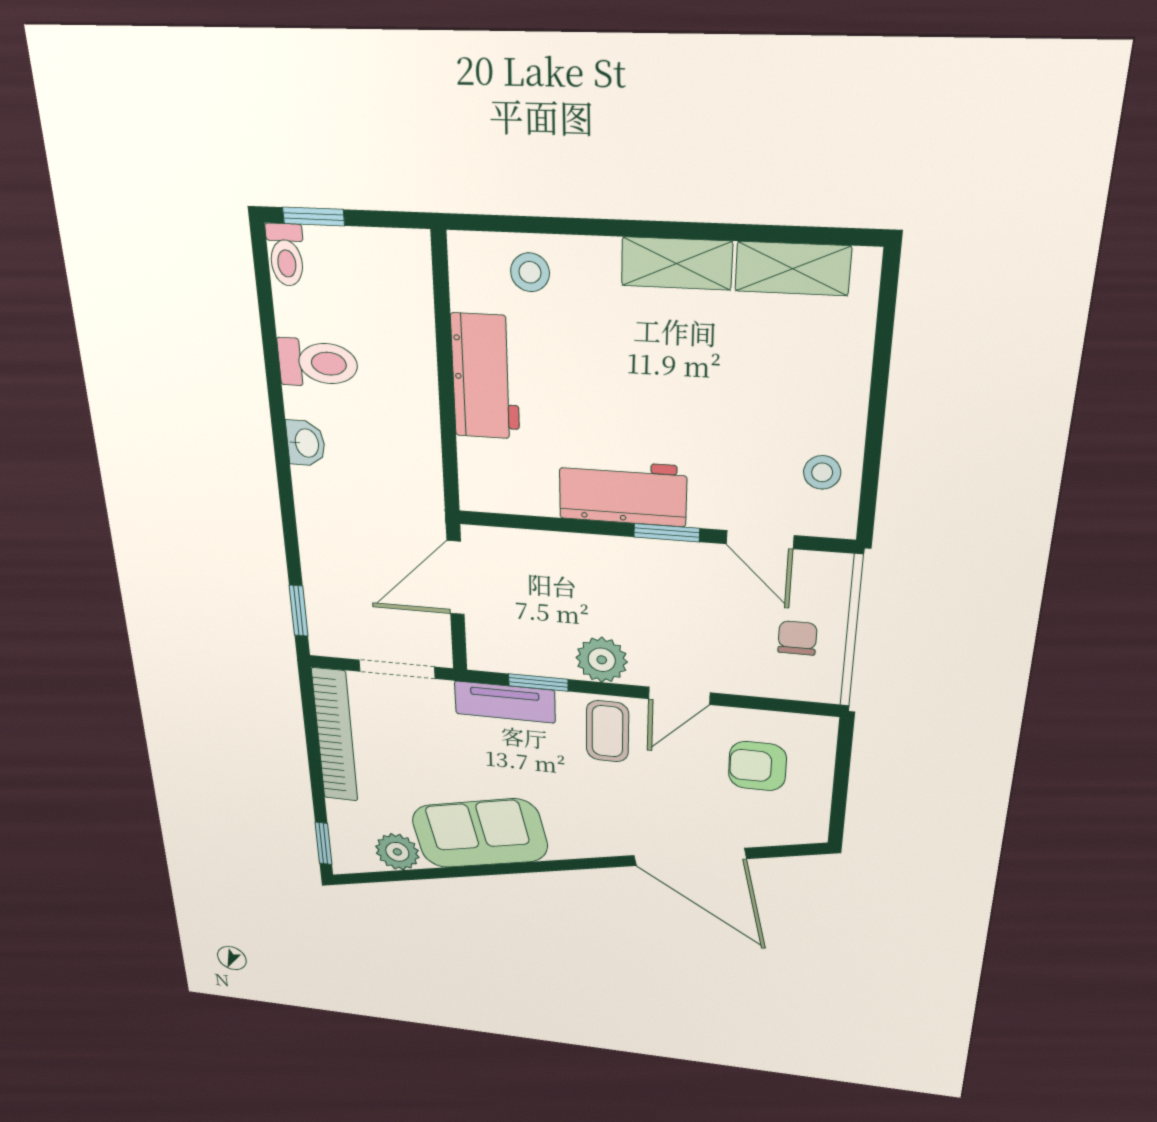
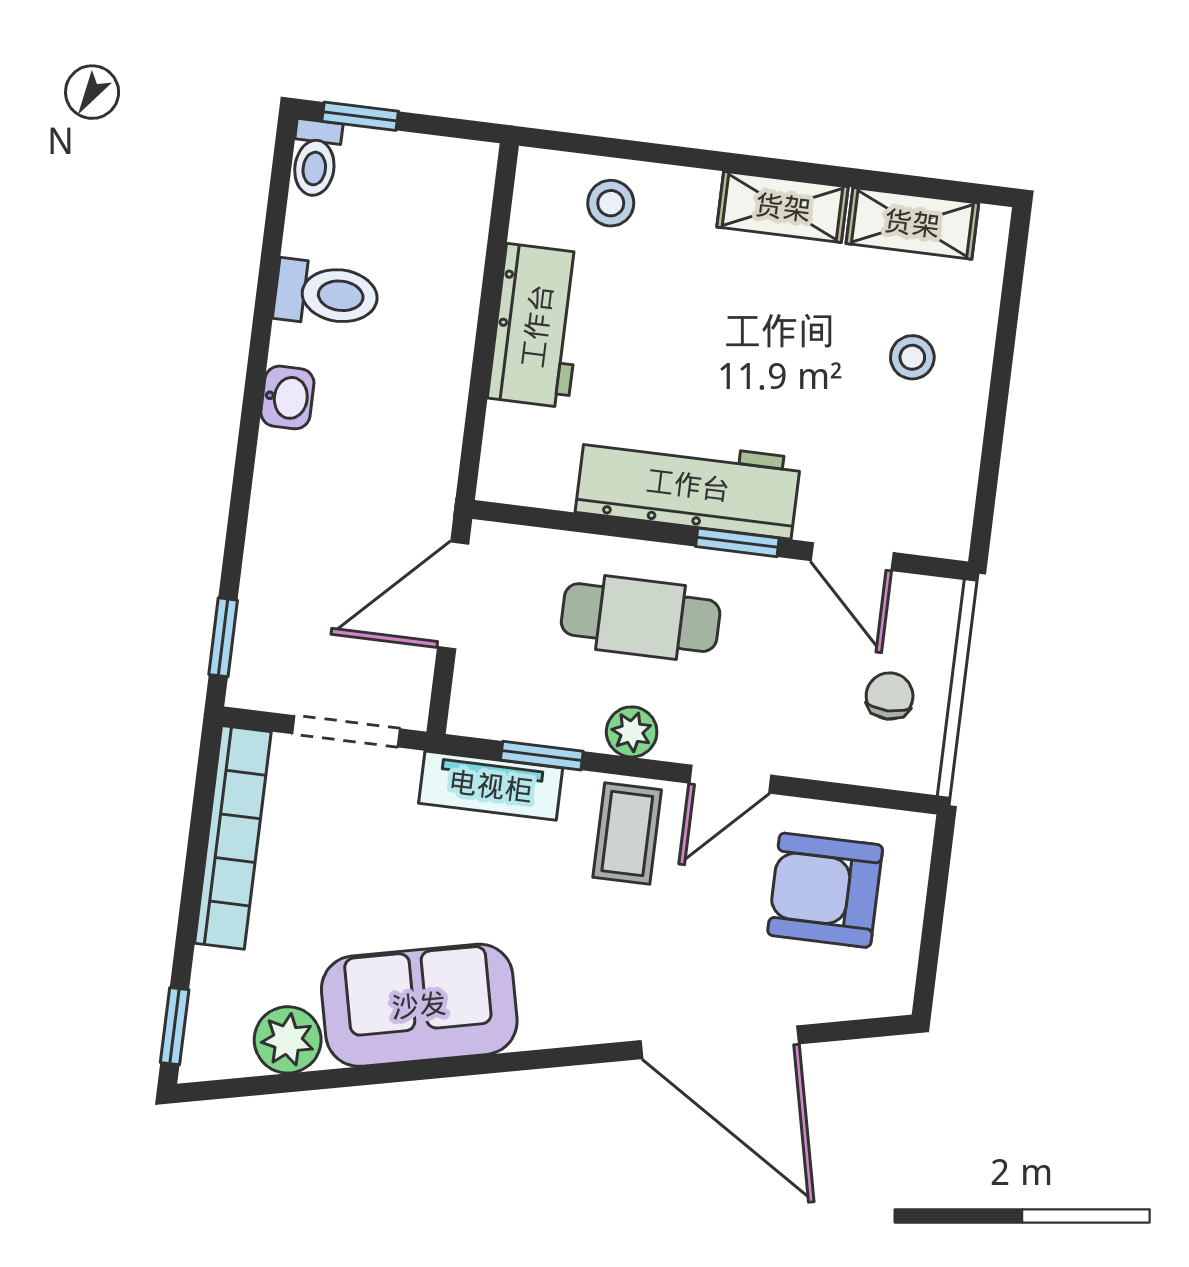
stool: (822, 472) -> (912, 357), moved
workbench: (623, 492) -> (688, 485), width x1.37
cafe table: (598, 589) -> (641, 618), added
plant: (602, 660) -> (632, 732), width x0.73, depth x0.73
armchair: (757, 766) -> (825, 890), width x1.38, depth x1.38

